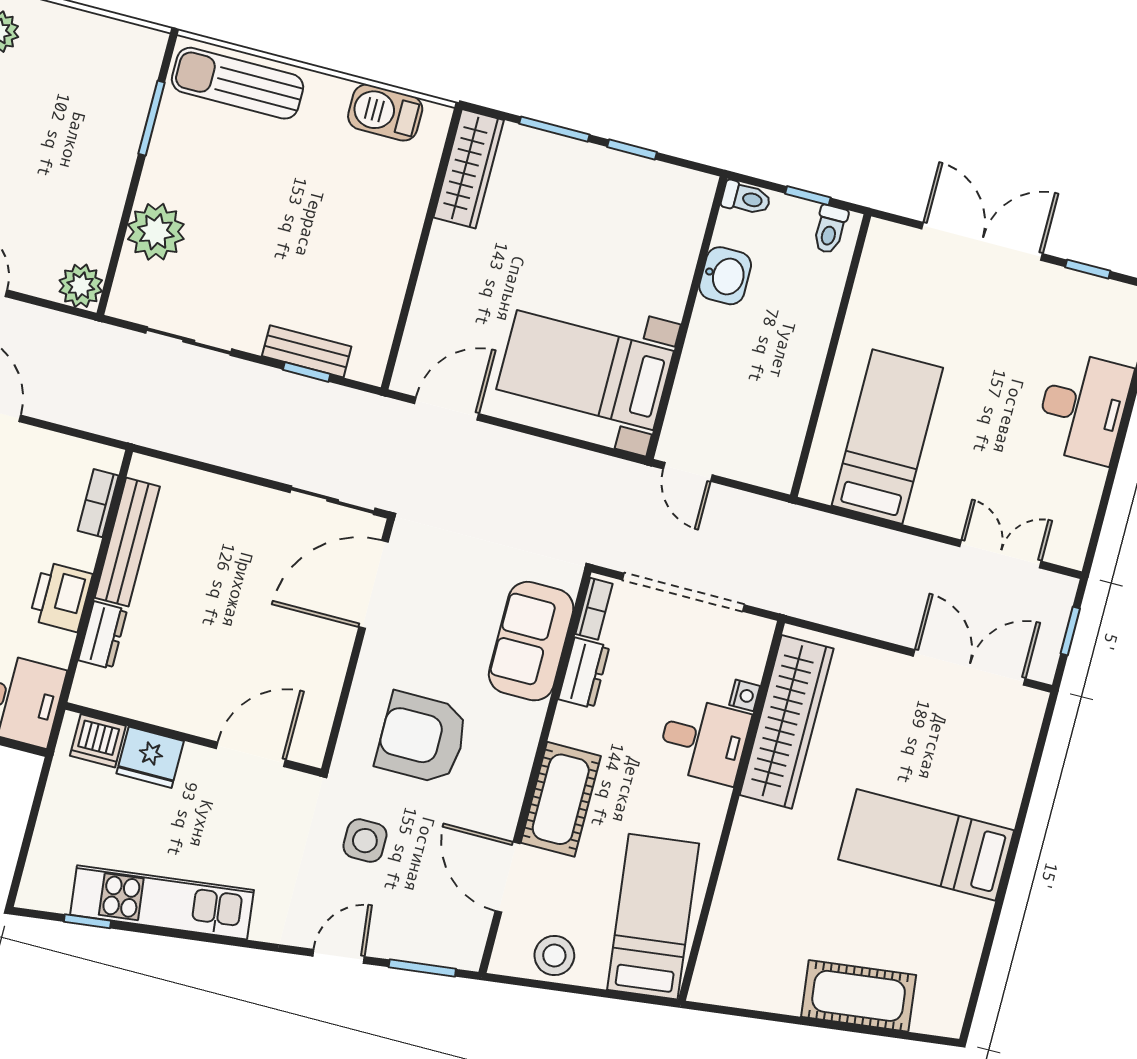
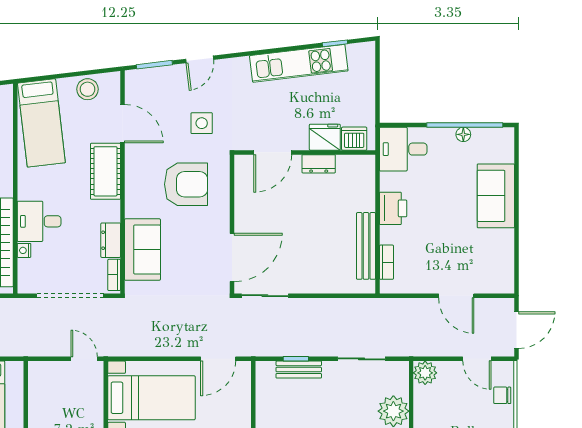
dresser: (103, 635) -> (319, 164), moved, turned -90

